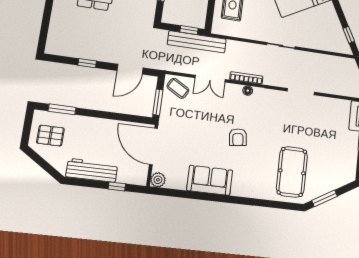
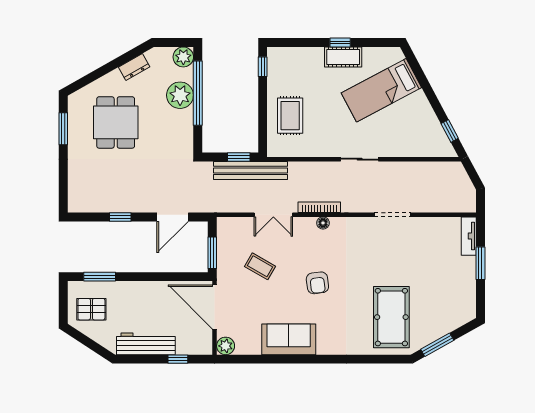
coffee table: (178, 88) -> (260, 266), moved

